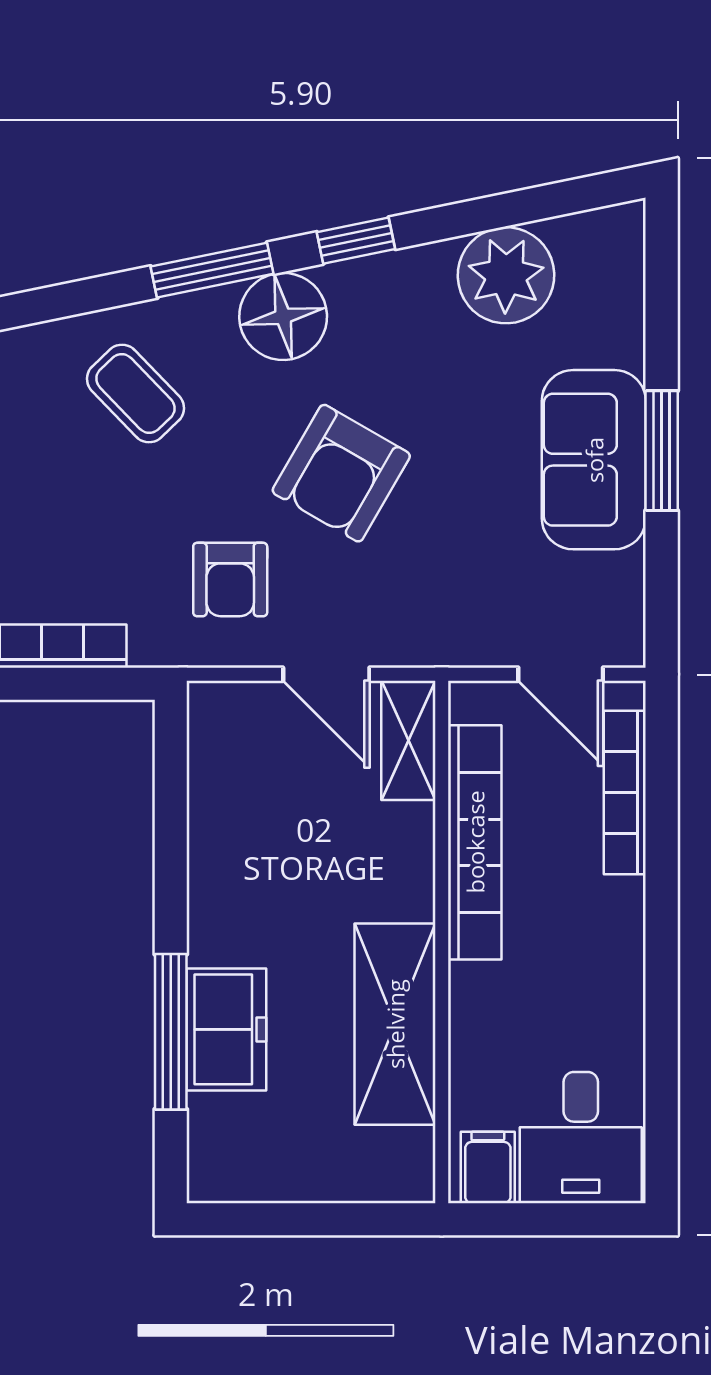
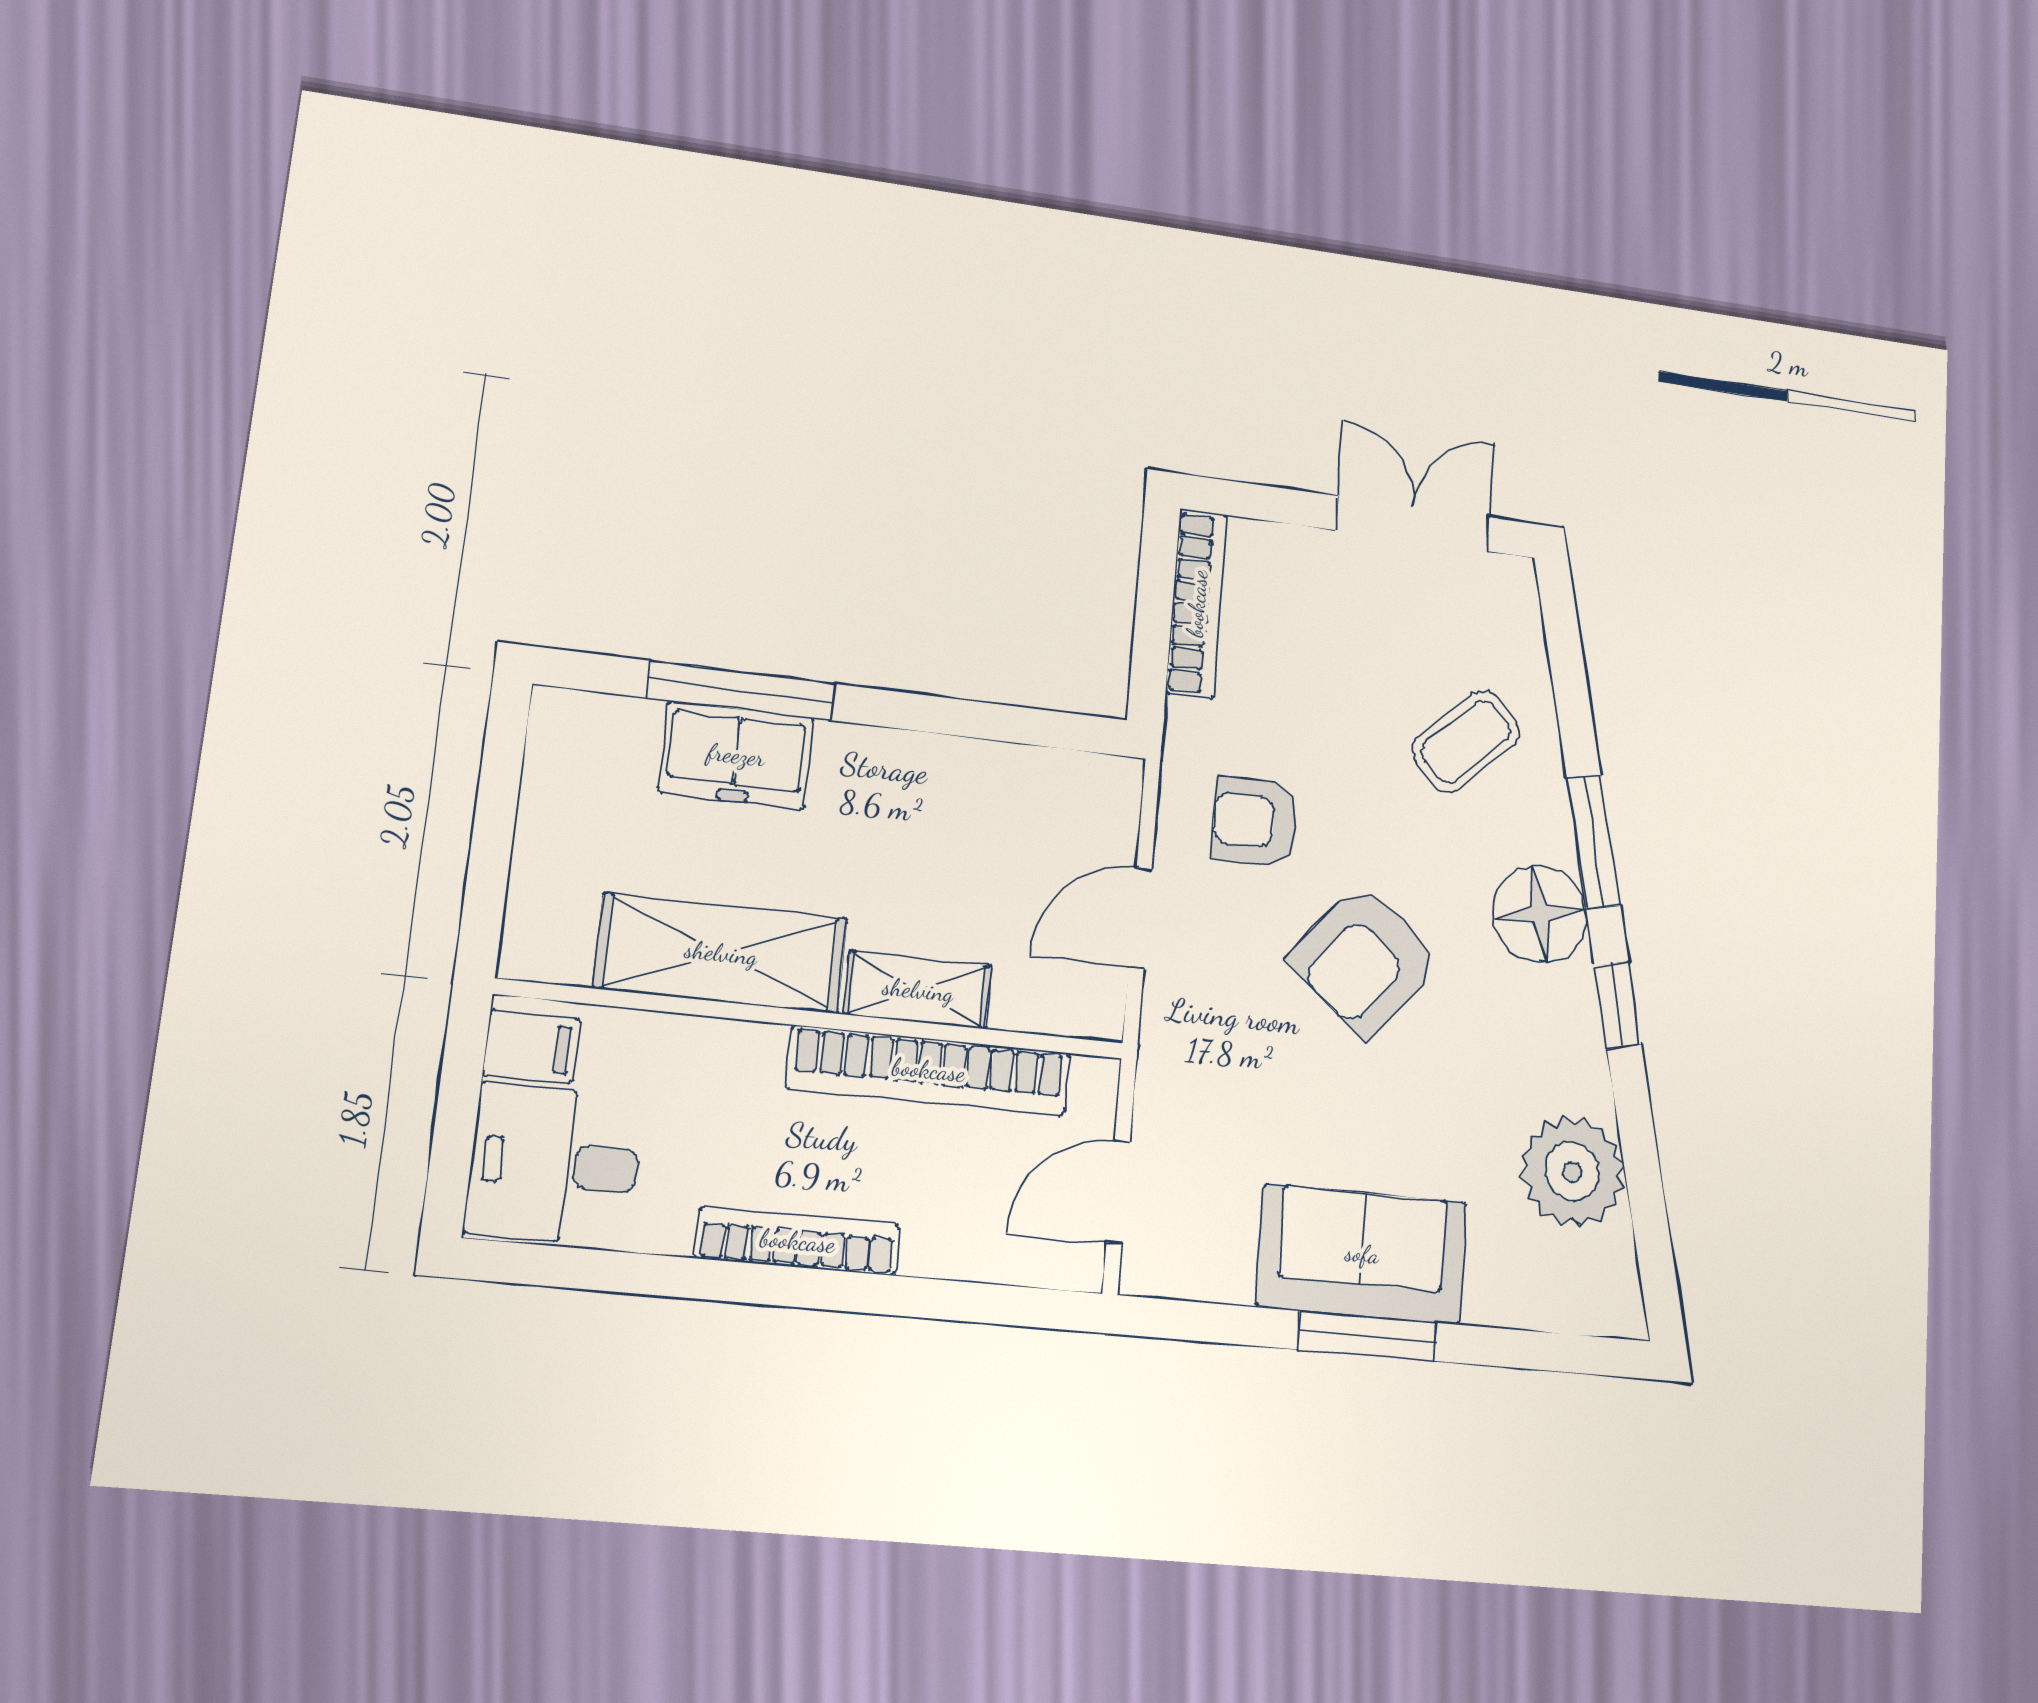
armchair: (341, 473) -> (1365, 960), turned -80
shelving: (408, 740) -> (918, 990), moved
bookcase: (625, 793) -> (798, 1241), moved

